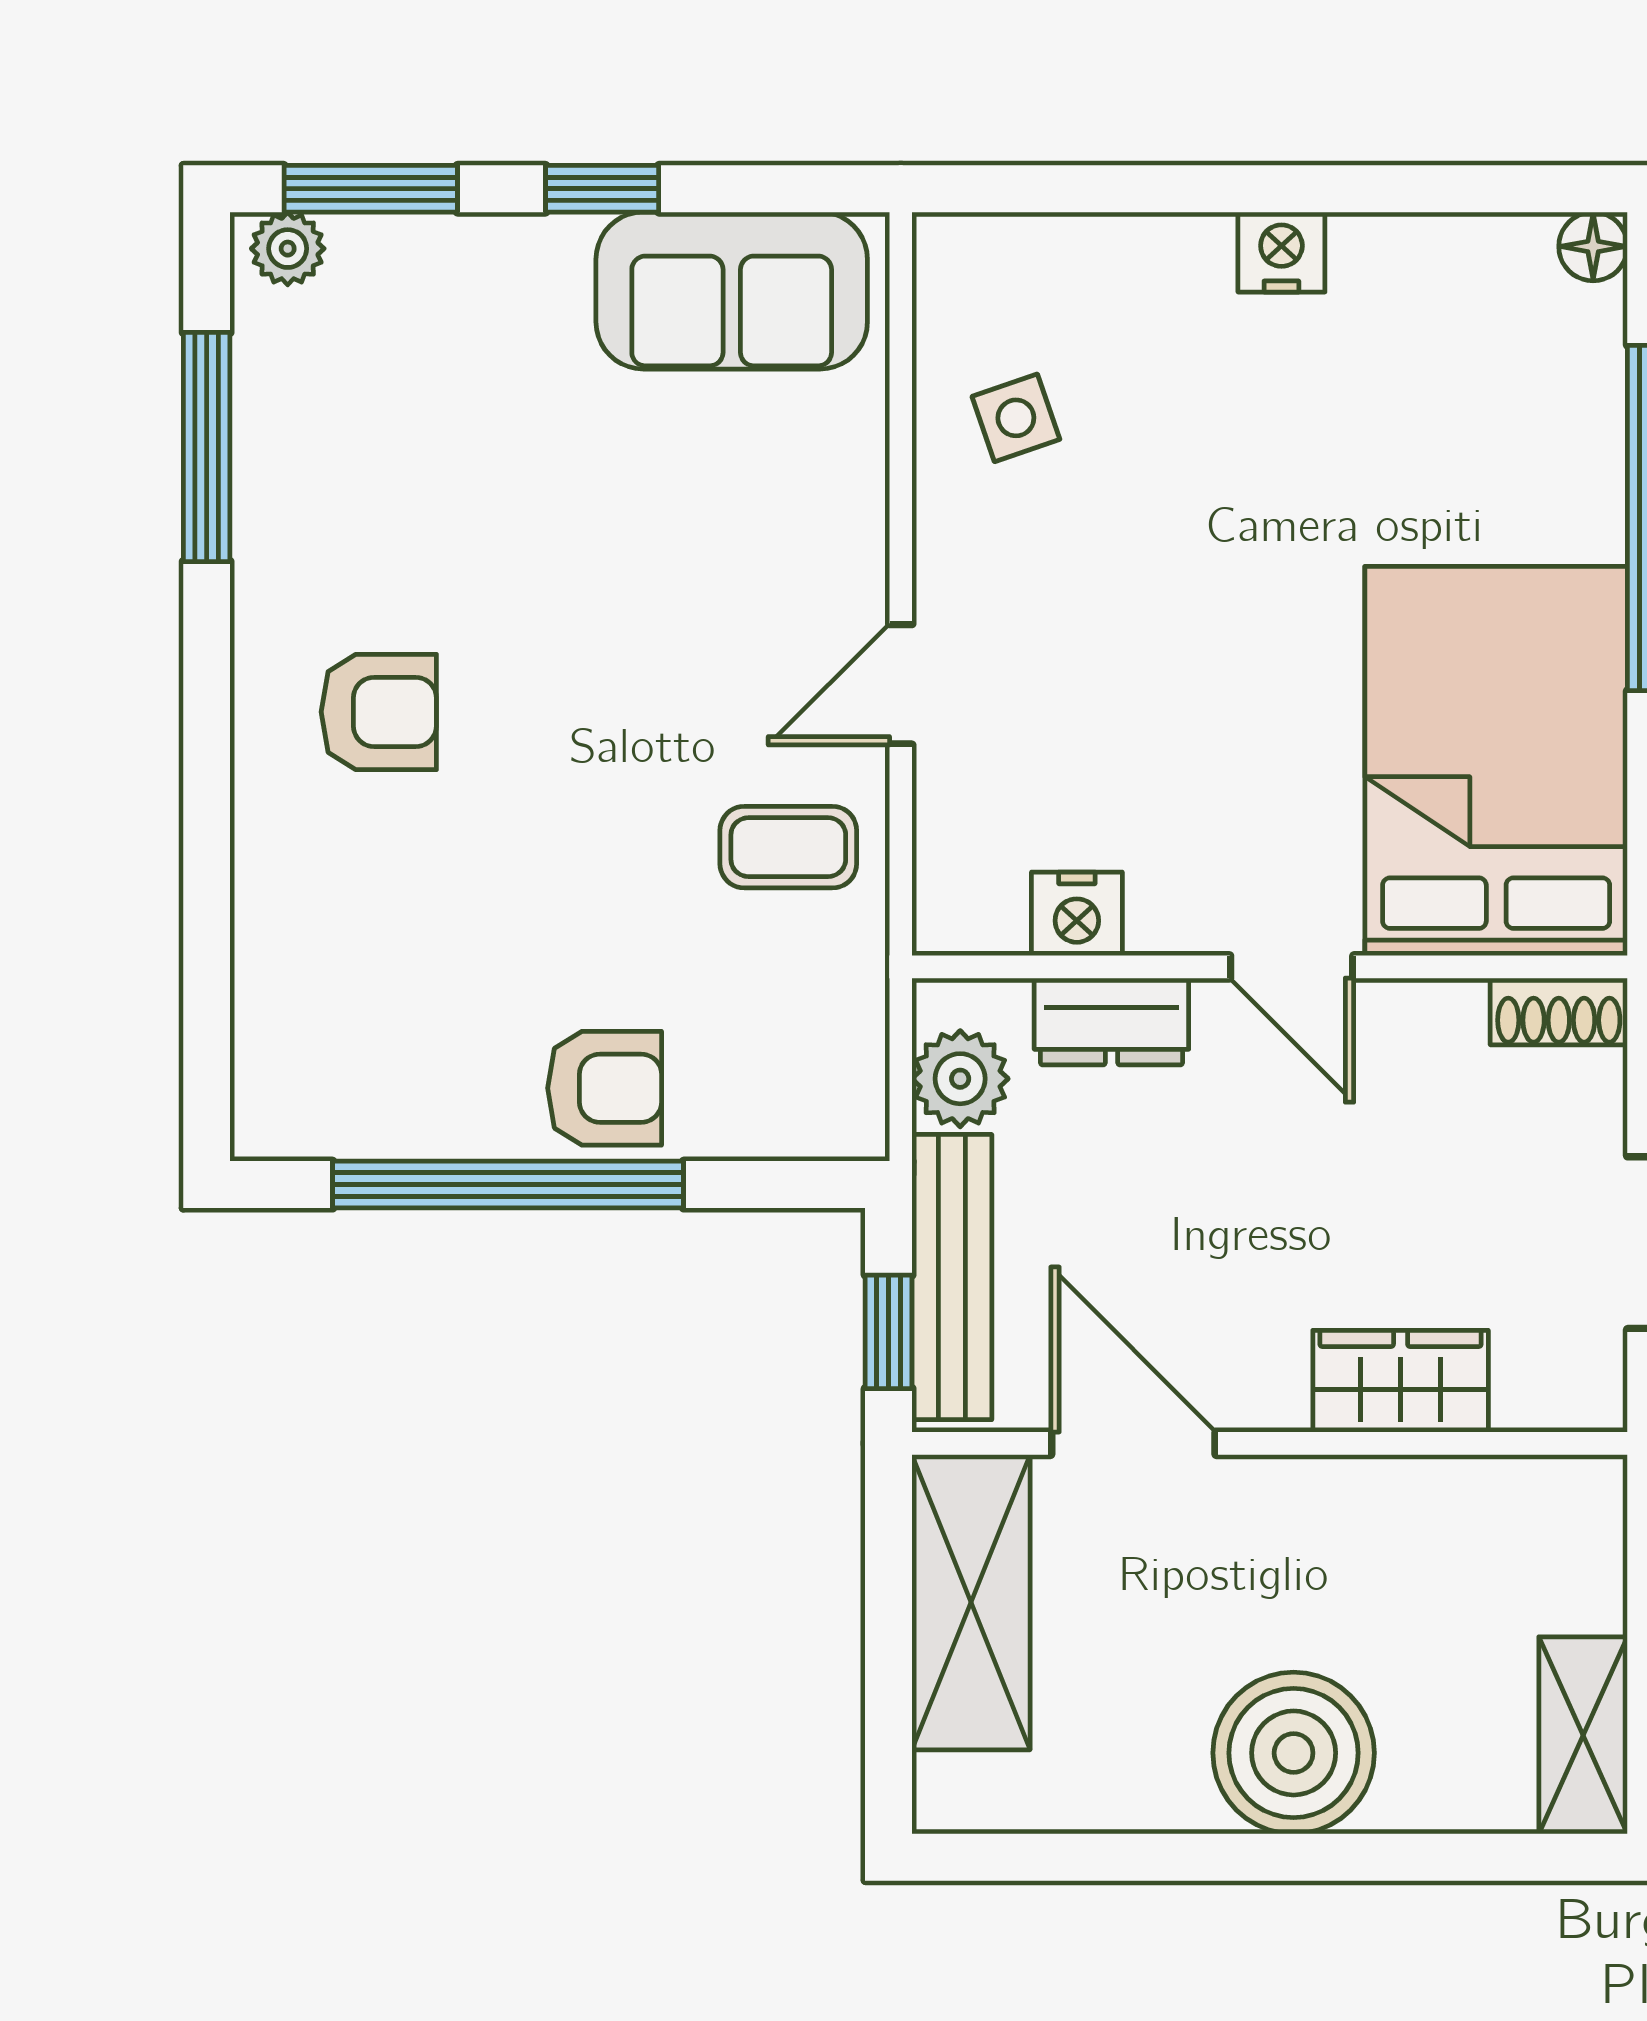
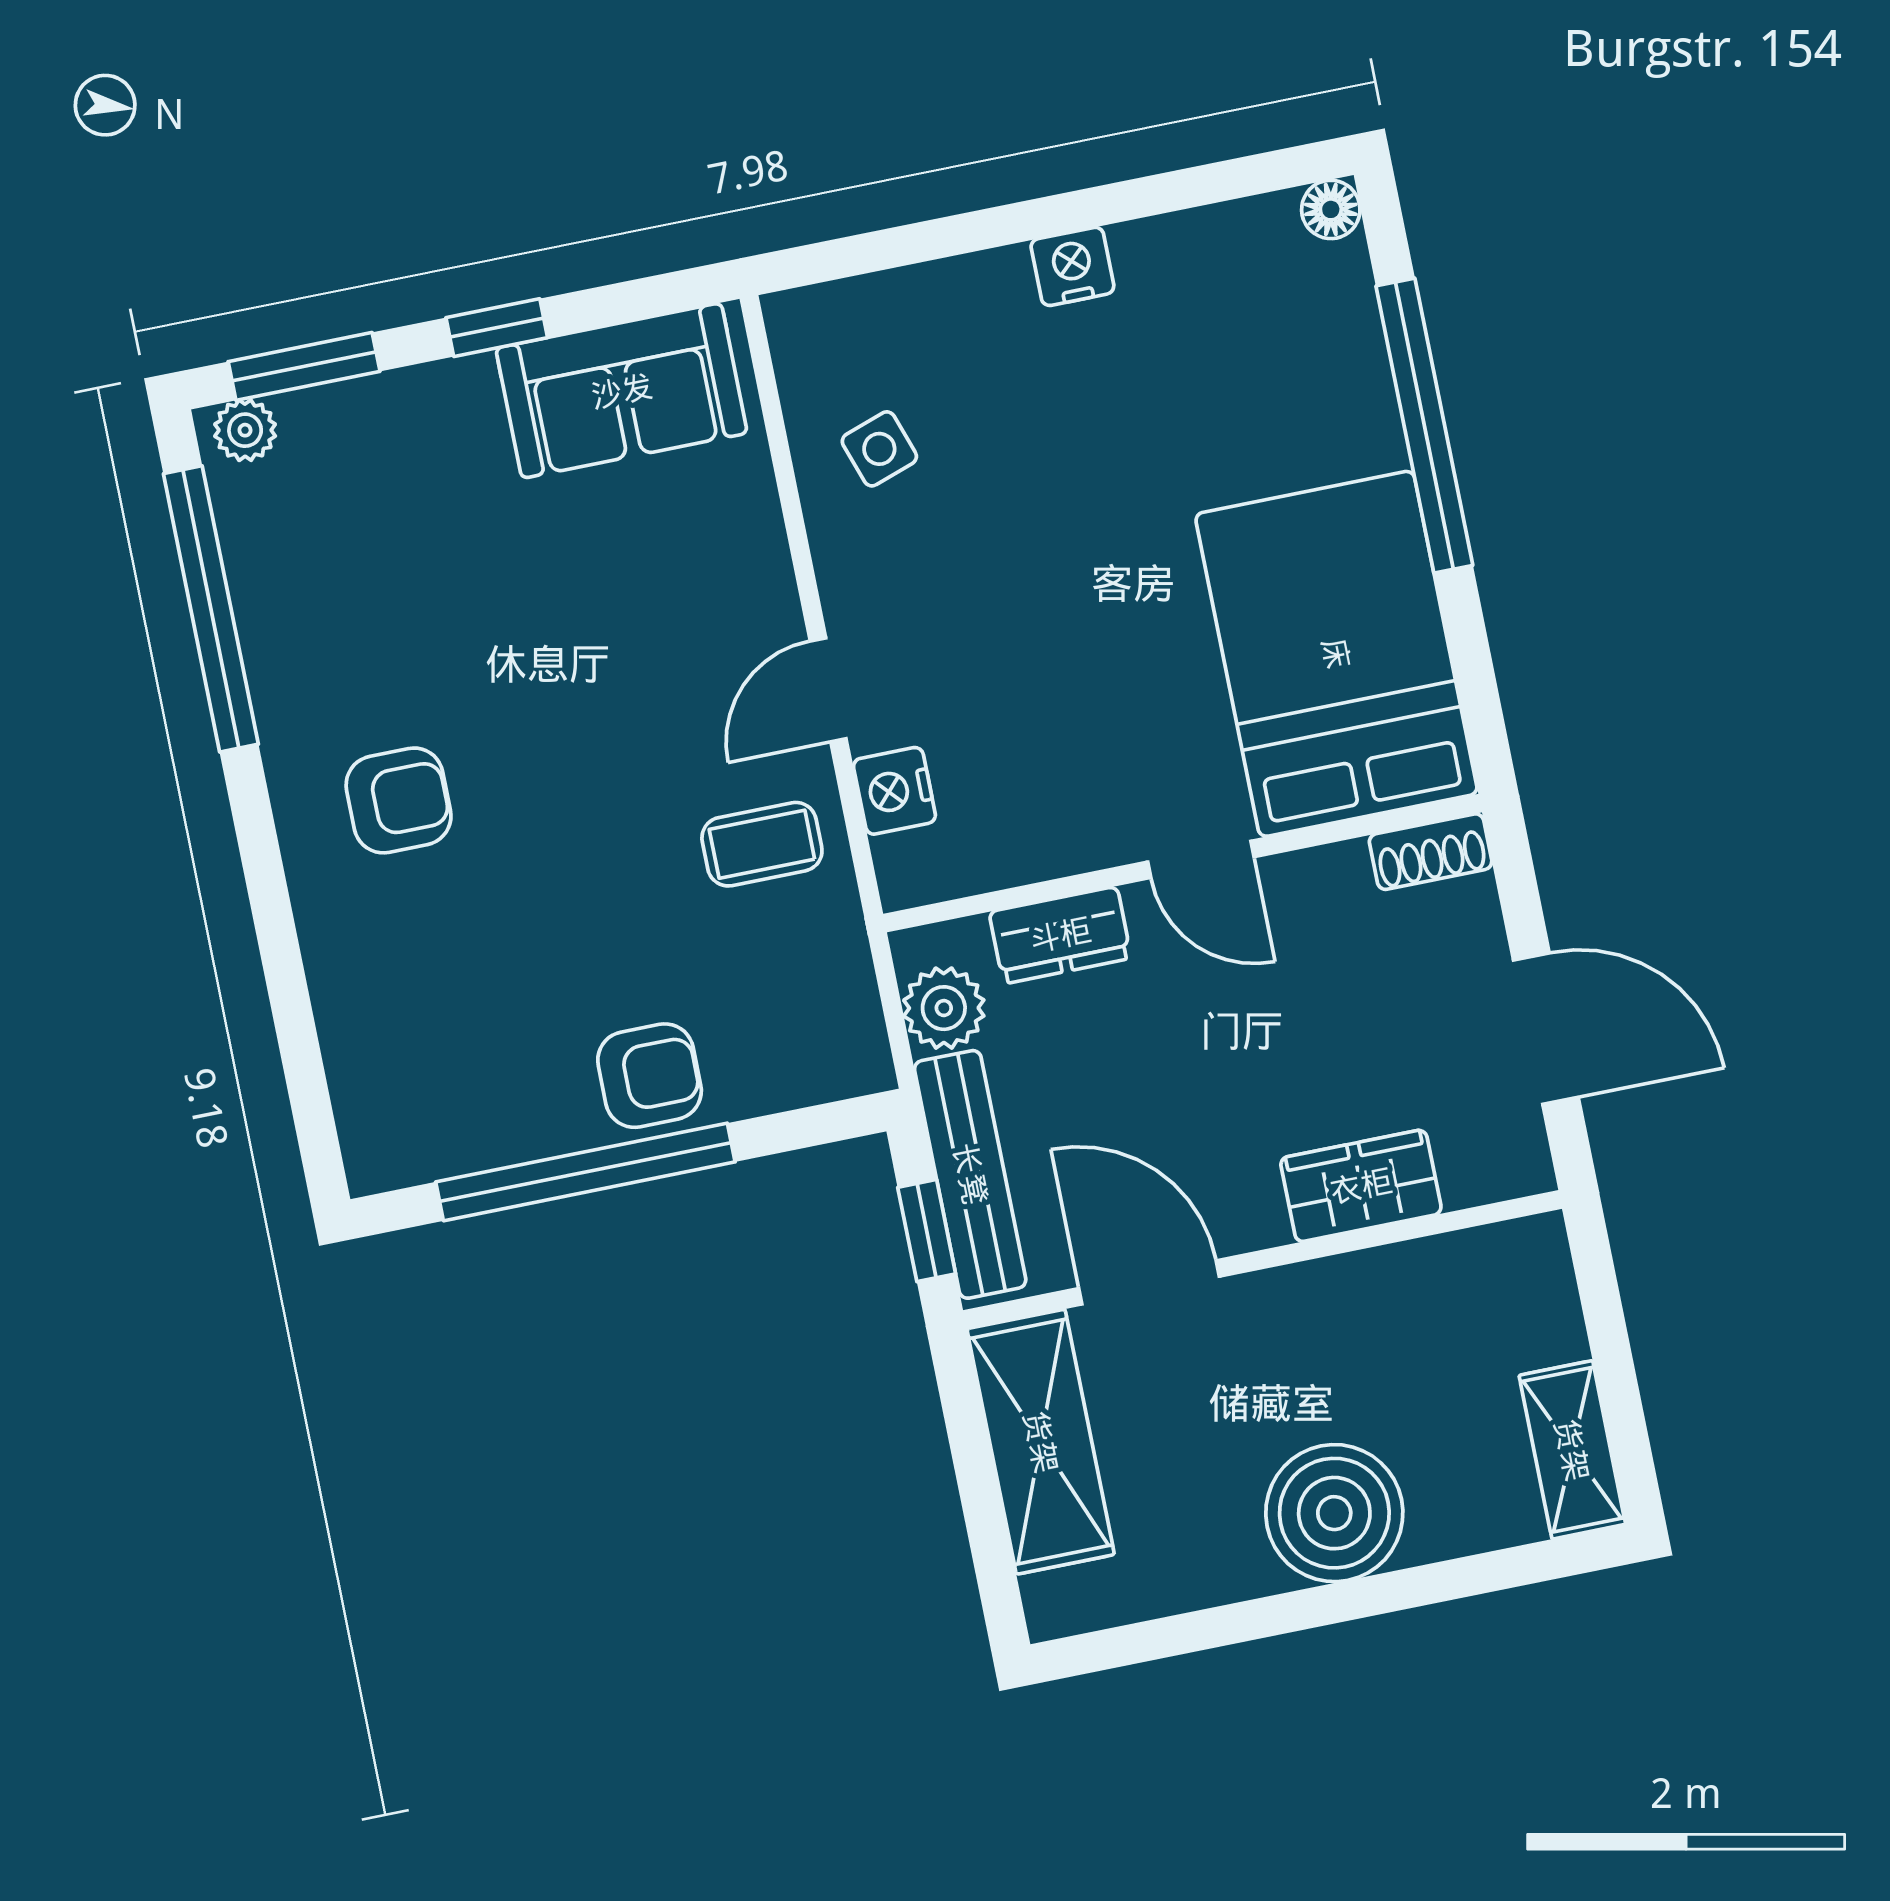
window: (207, 447) -> (211, 609), width x1.46
nightstand: (1077, 914) -> (894, 791), moved, turned 90

